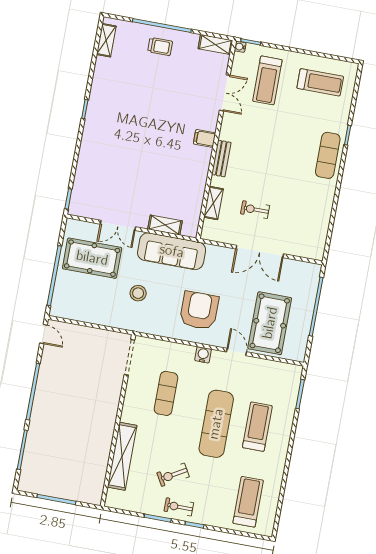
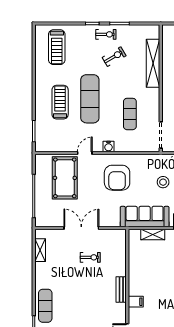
shelving: (213, 203) -> (40, 250), moved
door: (236, 352) -> (85, 153), swing flipped
treadmill: (257, 427) -> (60, 102), turned 180

